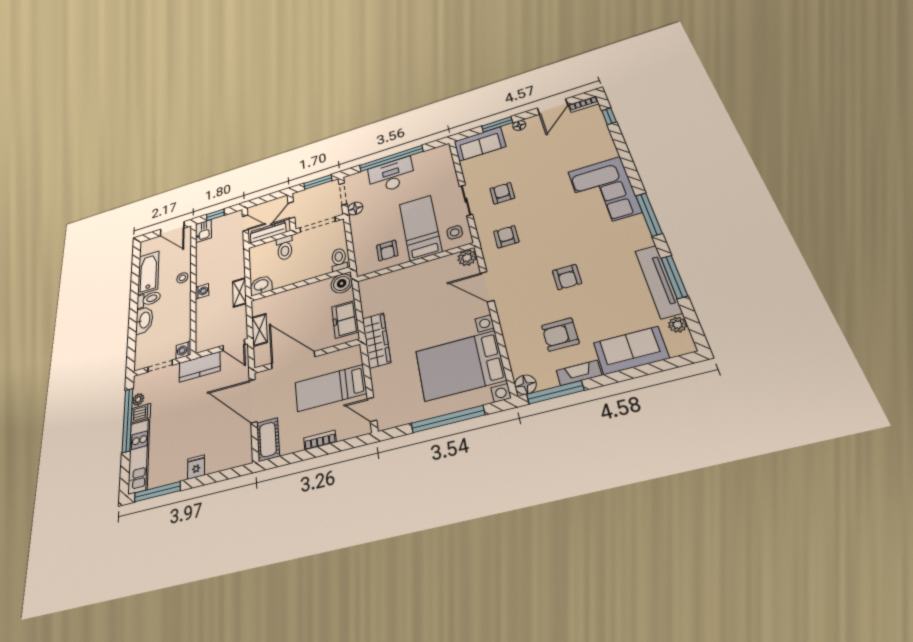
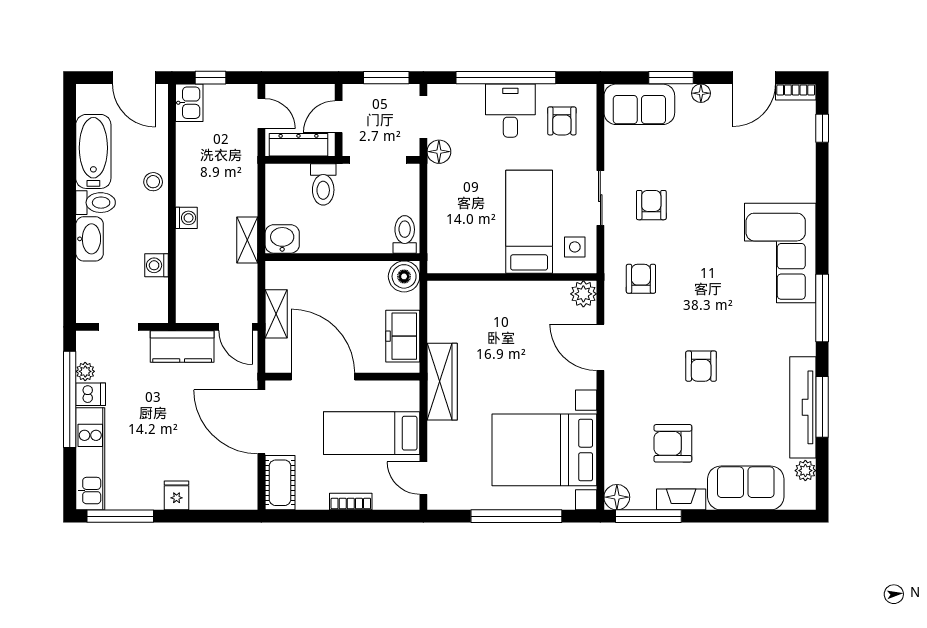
desk: (391, 175) -> (510, 111), width x0.73
armchair: (387, 250) -> (562, 121), moved
washing machine: (184, 350) -> (156, 265), moved

